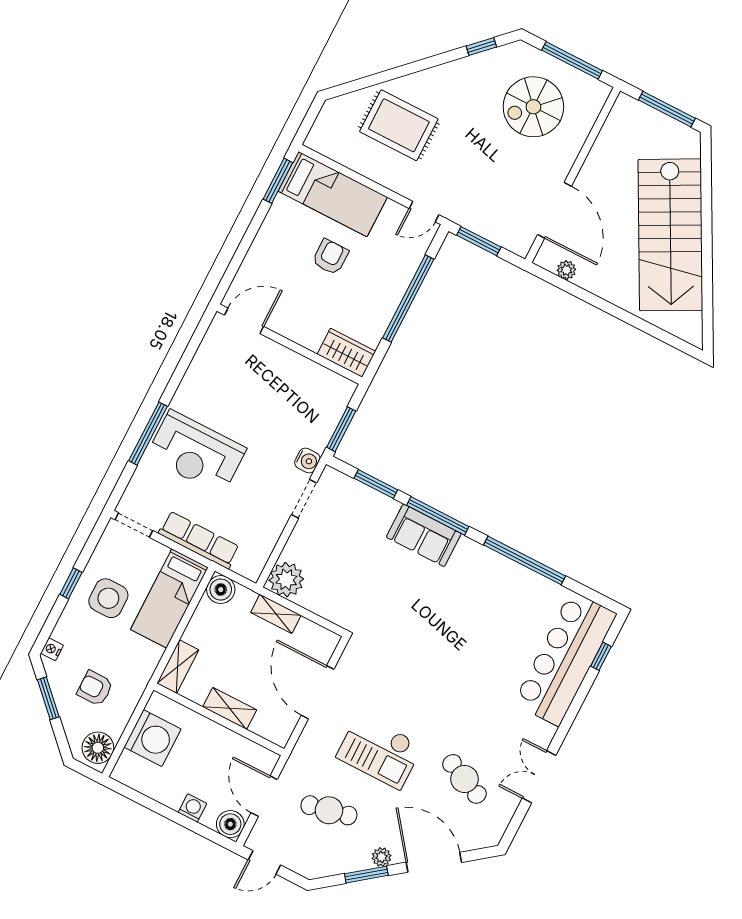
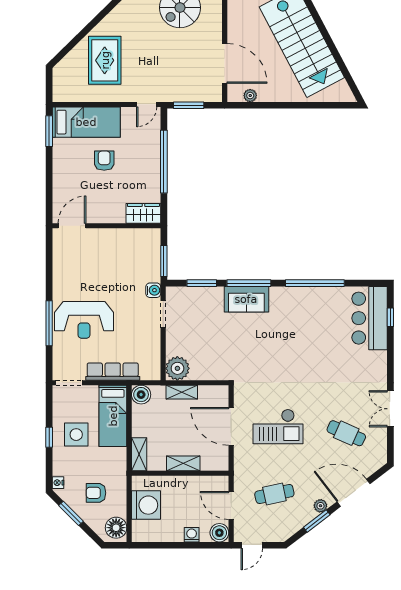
rug: (399, 125) -> (105, 60), turned 90
bar counter: (565, 659) -> (370, 318), width x0.73
checkout: (379, 751) -> (278, 427), moved

